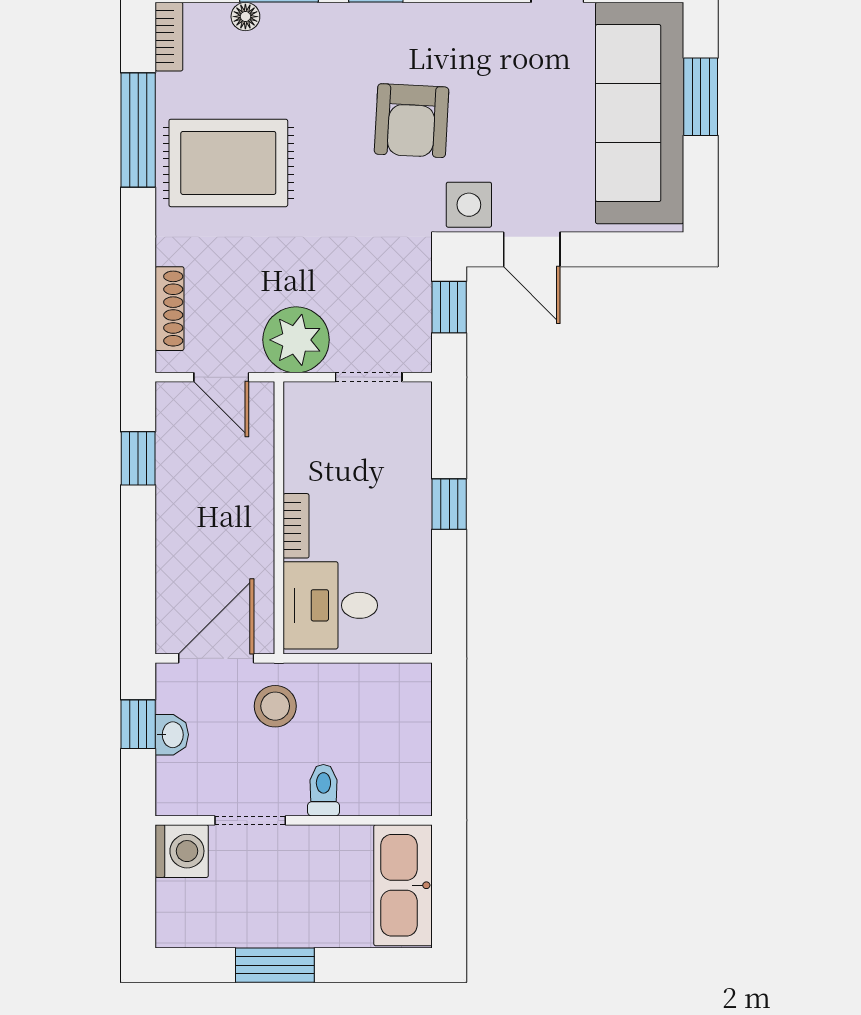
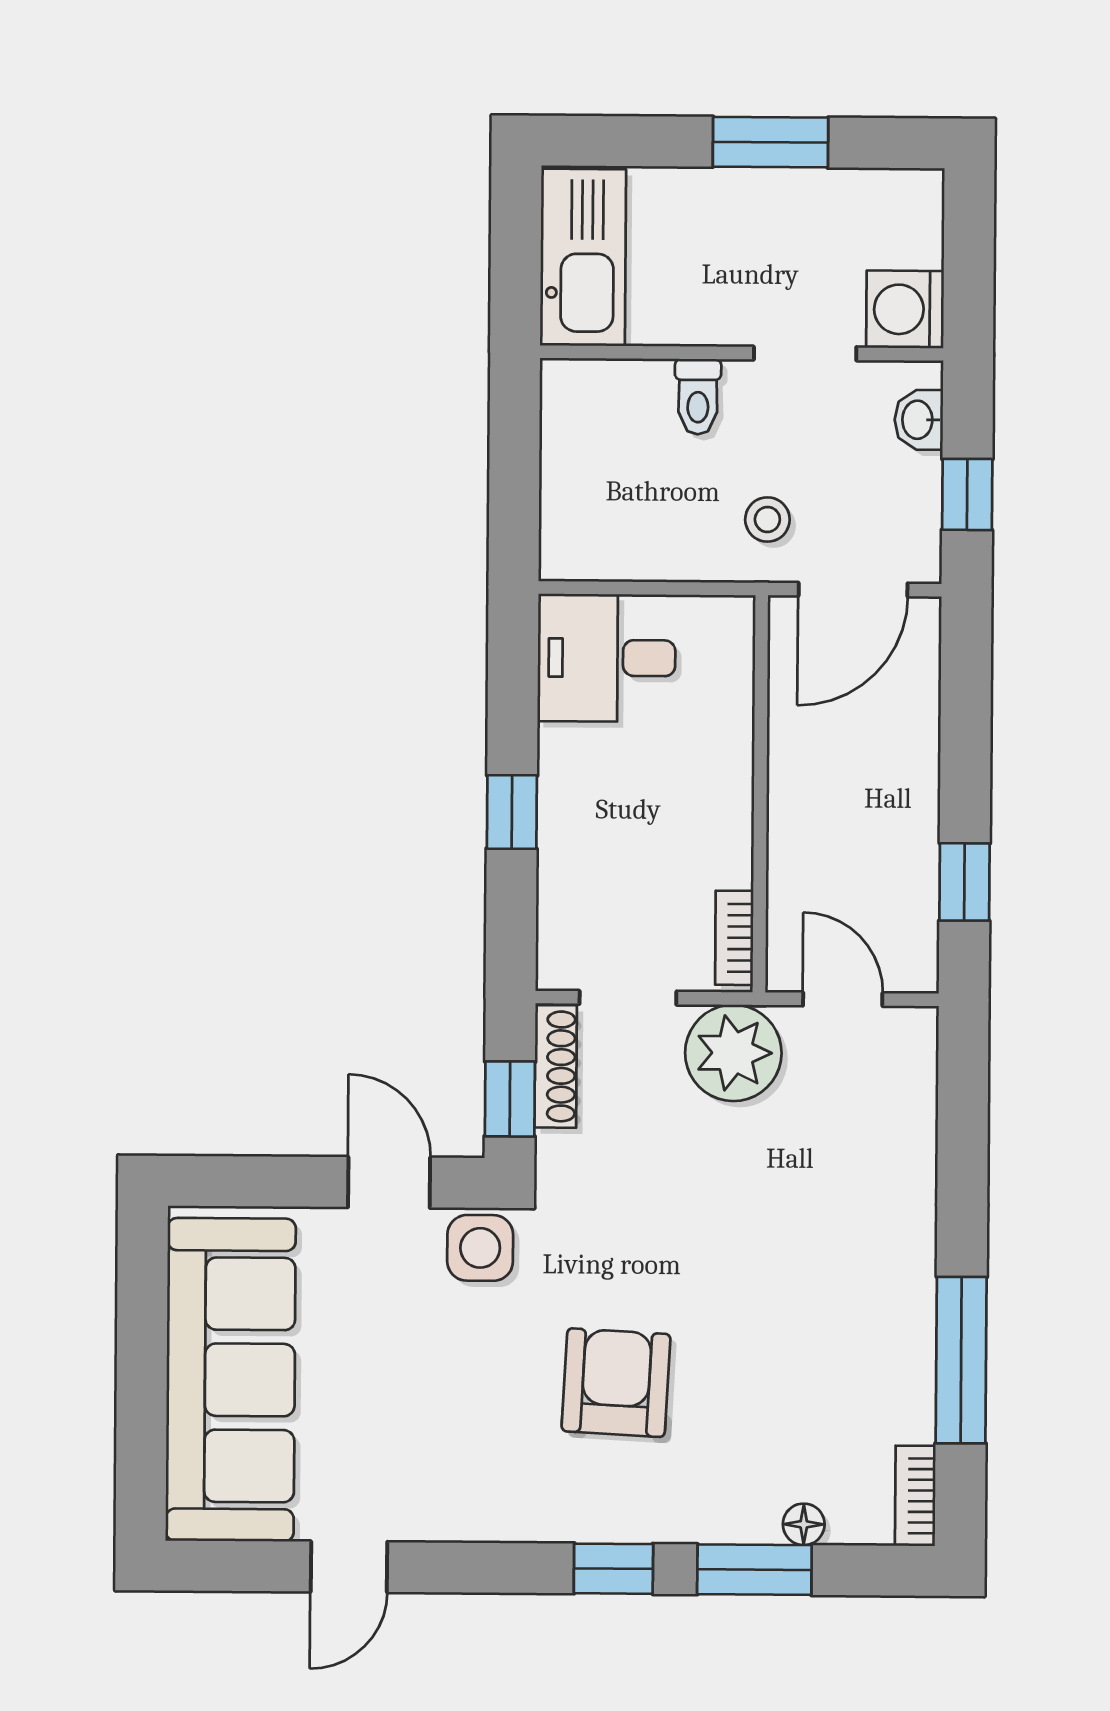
window: (701, 97) -> (142, 1403), removed
armchair: (412, 121) -> (616, 1383), moved
rug: (228, 163) -> (830, 1311), removed
shoe rack: (169, 309) -> (556, 1066), moved, turned 180
bookcase: (296, 526) -> (734, 938), moved
desk: (330, 605) -> (607, 658), moved, turned 180
stool: (275, 706) -> (767, 519), width x0.73, depth x0.73
washbasin: (172, 735) -> (919, 420), moved

